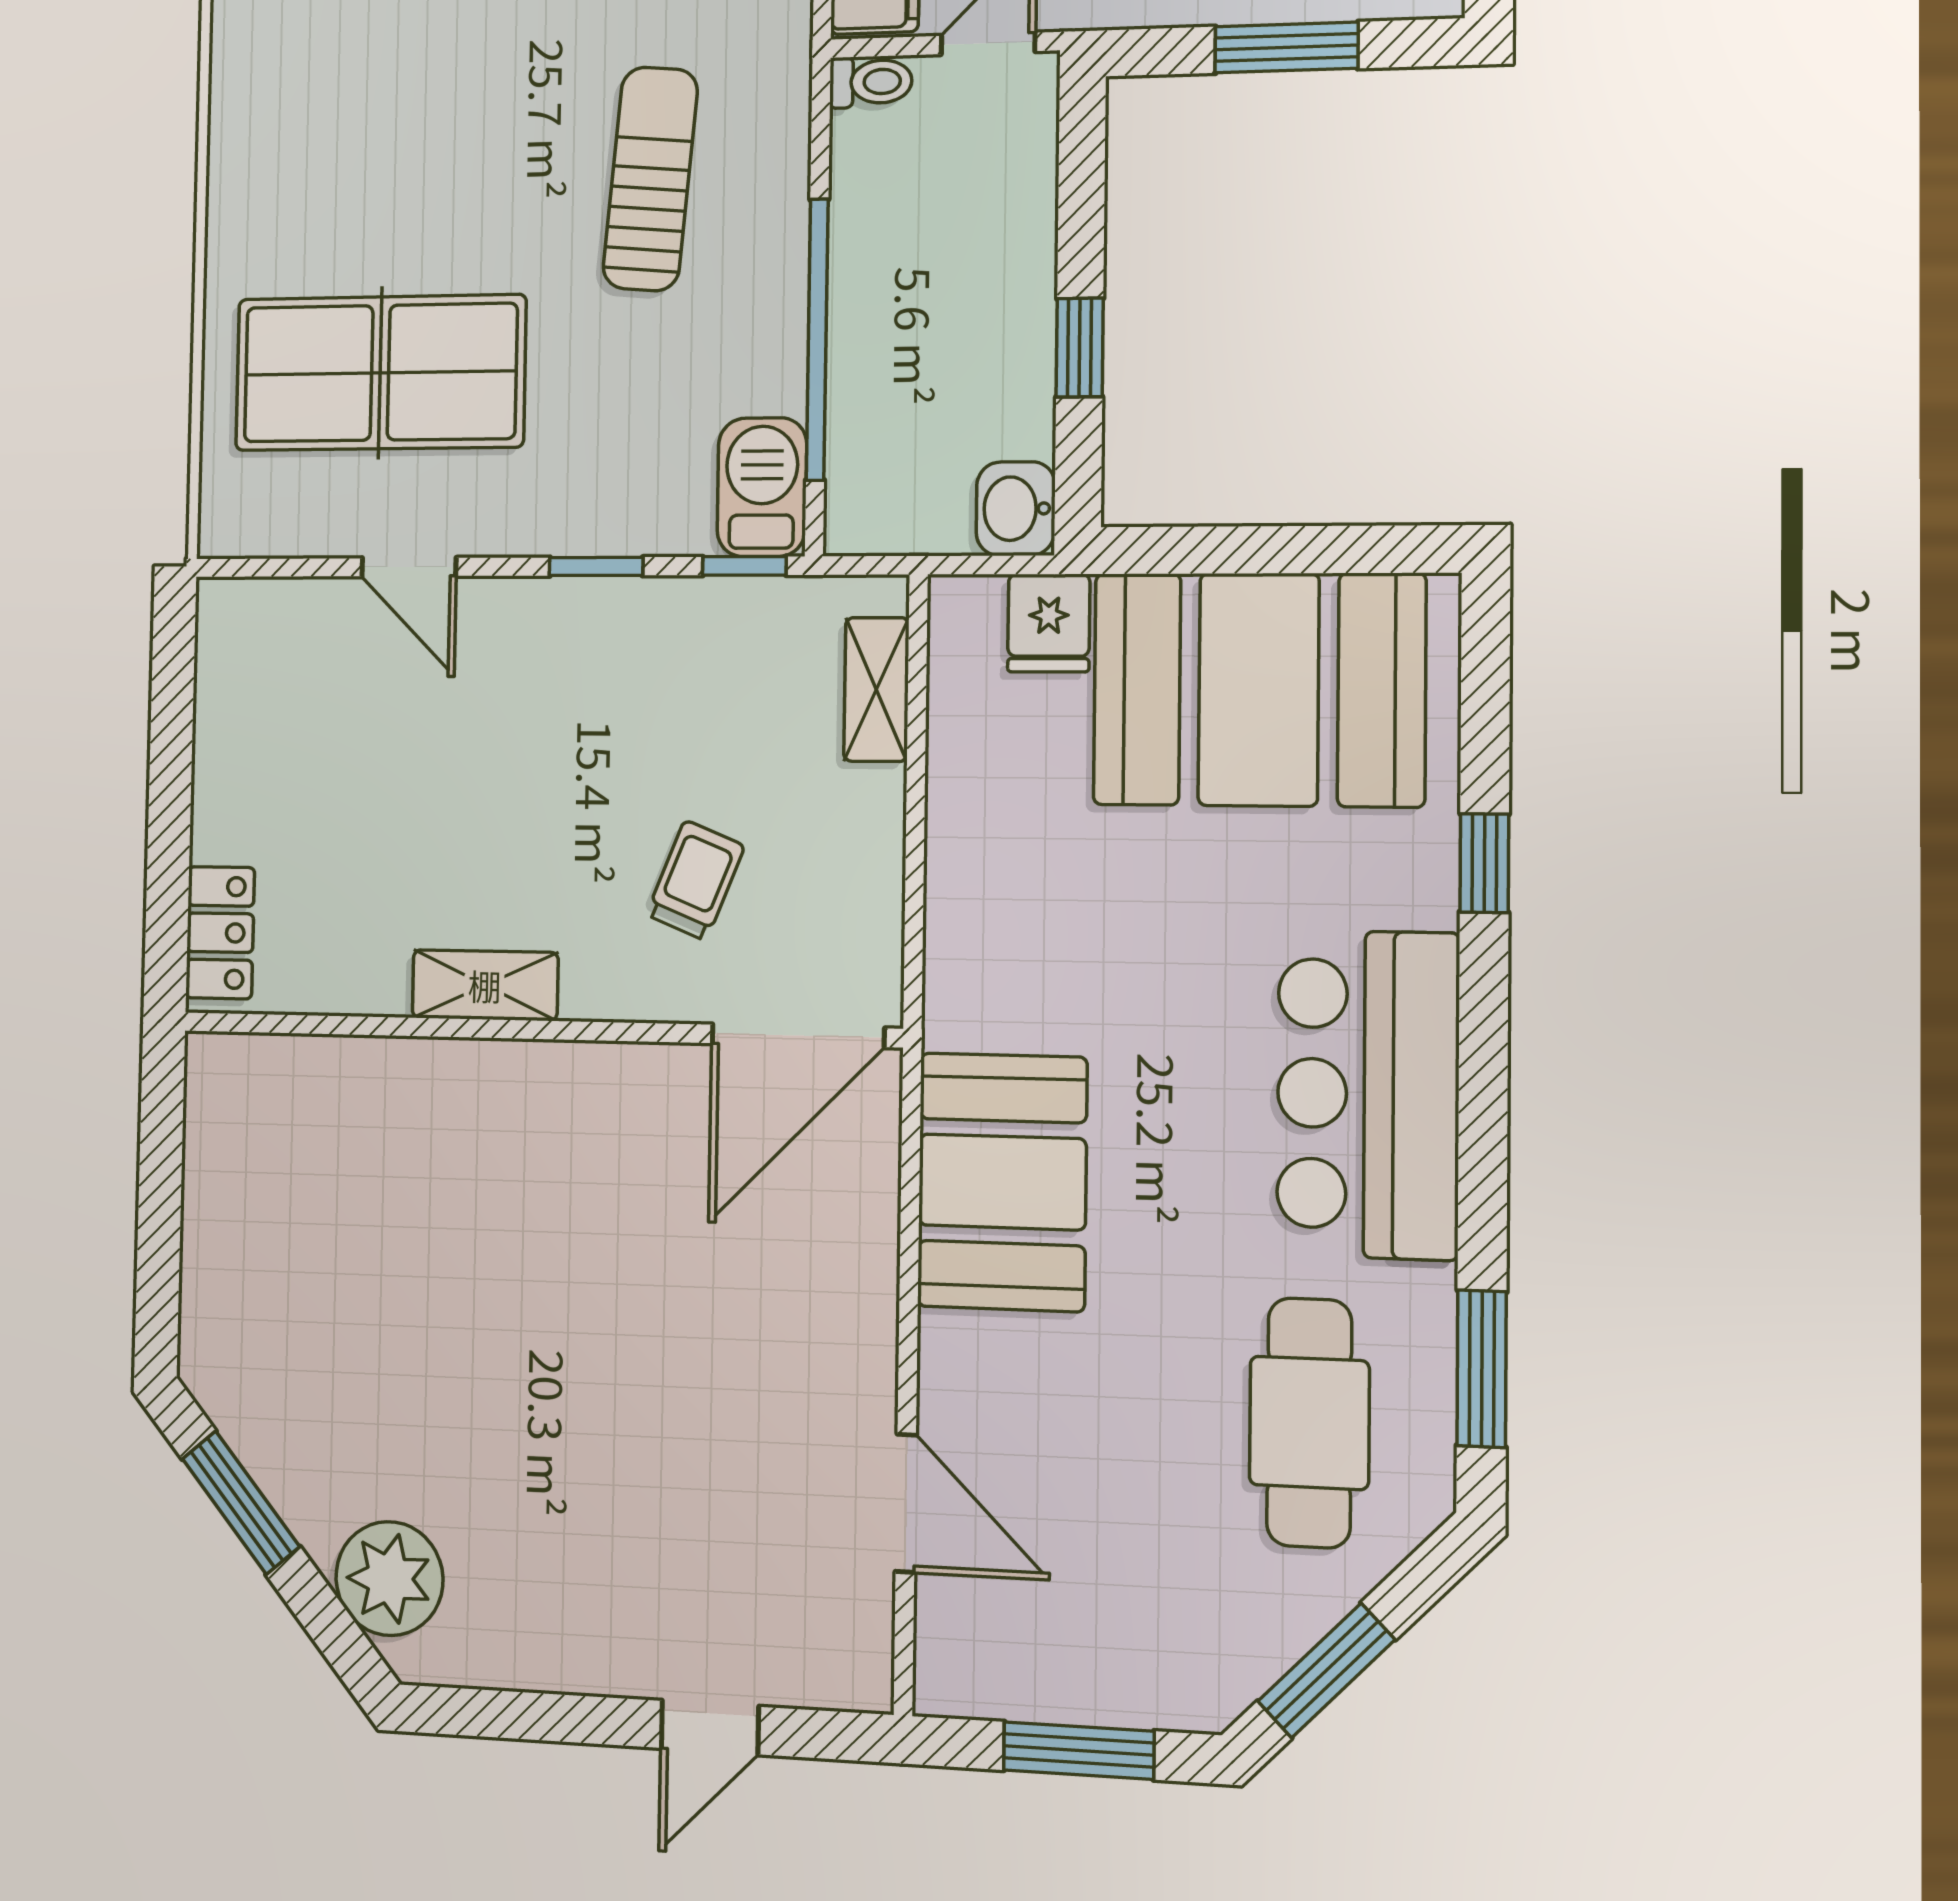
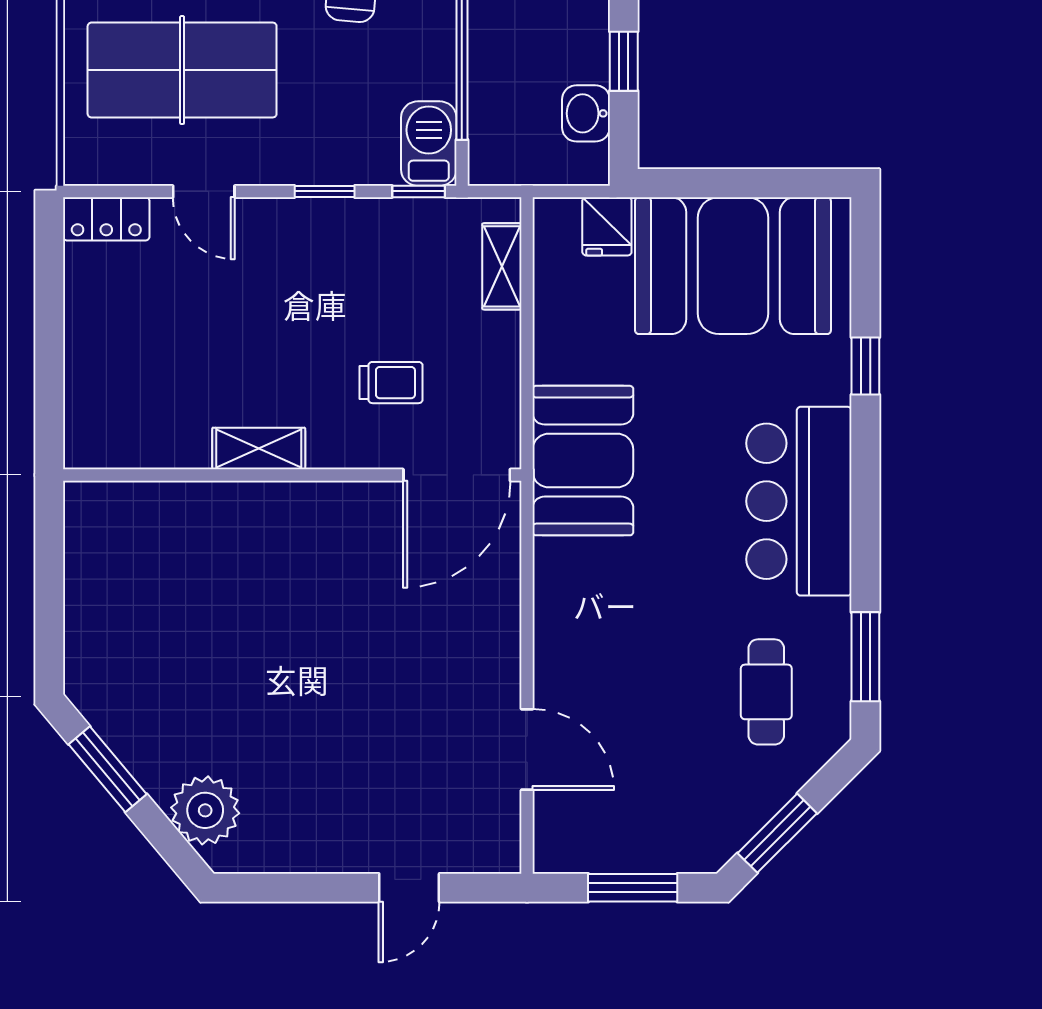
washbasin: (1016, 509) -> (586, 113), moved
trolley: (695, 880) -> (391, 383), turned 68
locker: (220, 933) -> (106, 219), moved, turned 90
booth: (1002, 1182) -> (583, 461), moved
cafe table: (1309, 1423) -> (766, 692), width x0.73, depth x0.74

